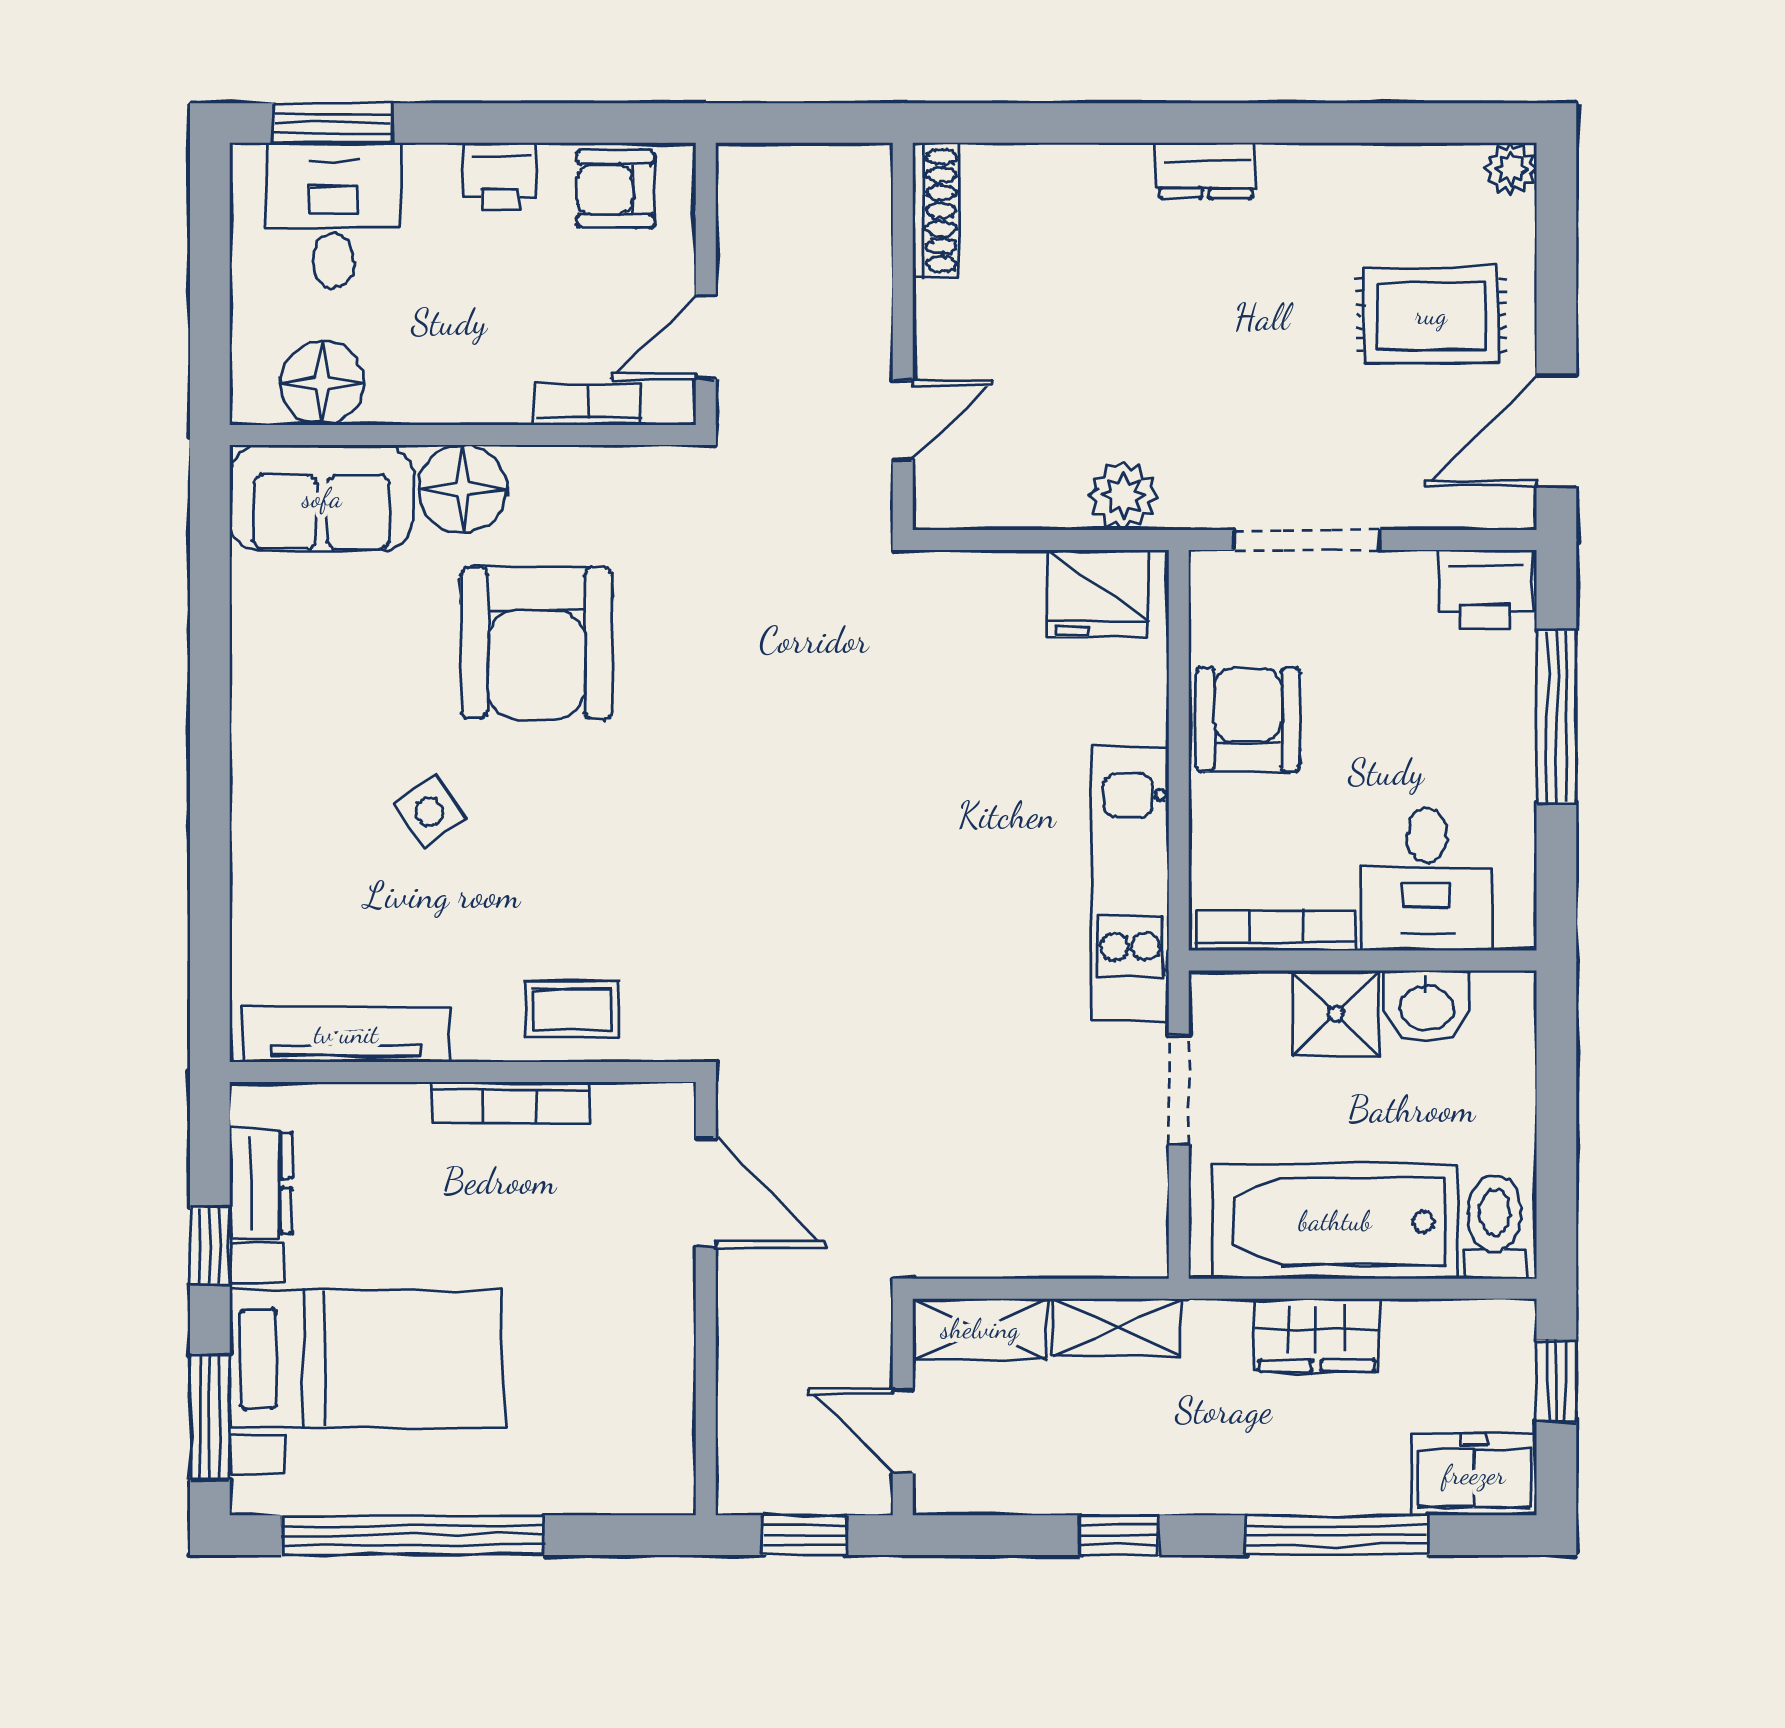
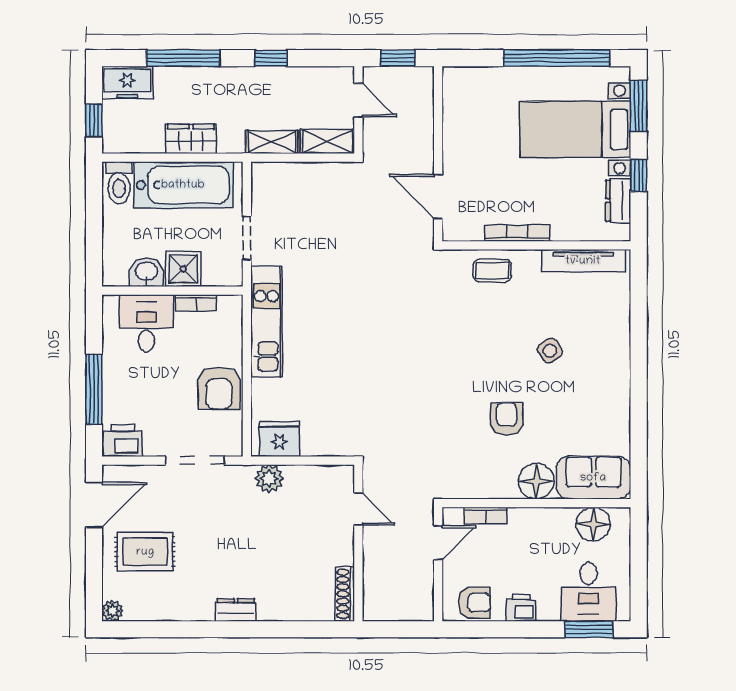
door: (903, 420) -> (358, 509), swing flipped
armchair: (536, 643) -> (507, 419), width x0.53, depth x0.53
bookcase: (1276, 930) -> (196, 303), width x0.64

